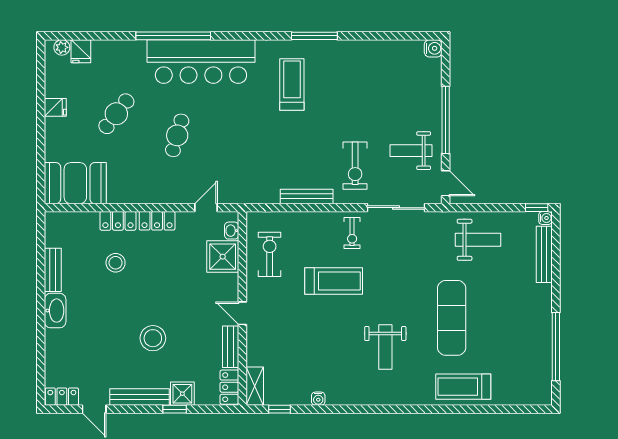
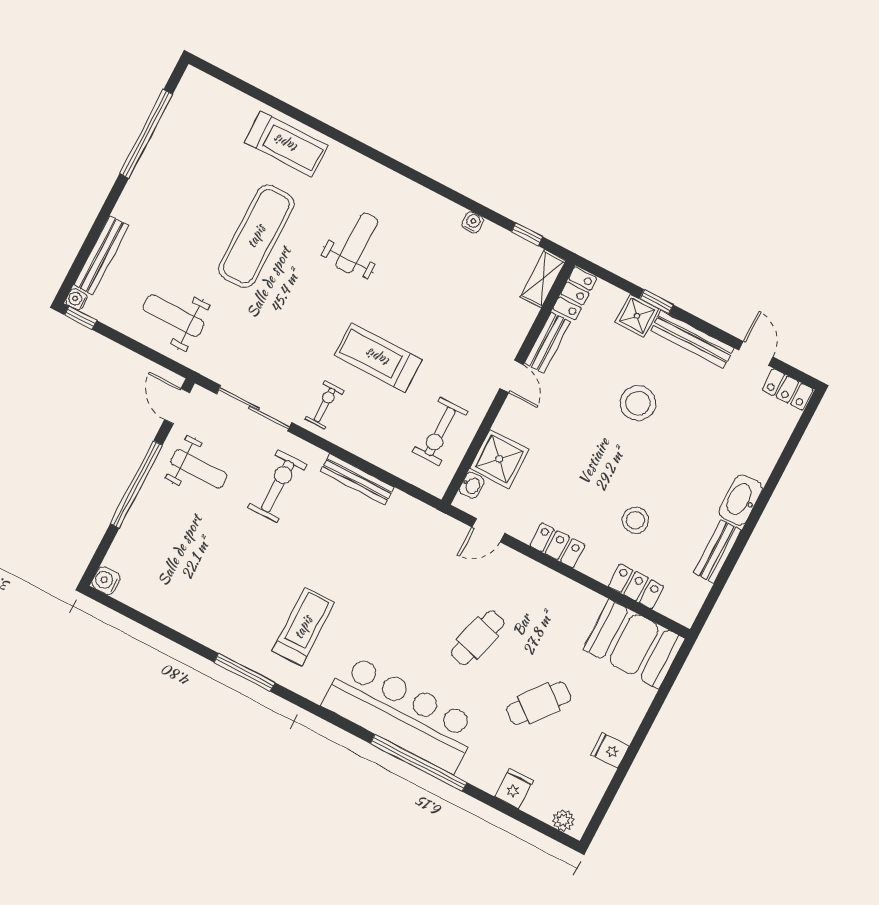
fridge: (81, 51) -> (514, 789), moved
treadmill: (292, 85) -> (303, 627), turned 180
locker: (118, 221) -> (636, 586), moved

